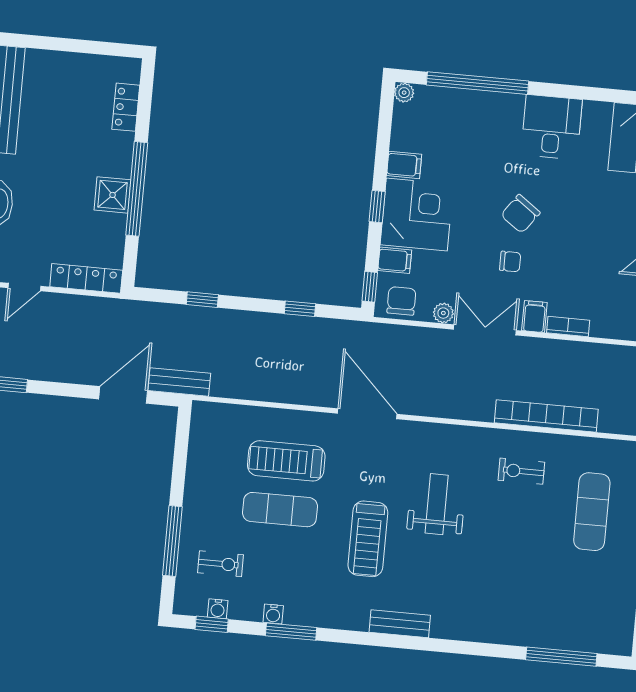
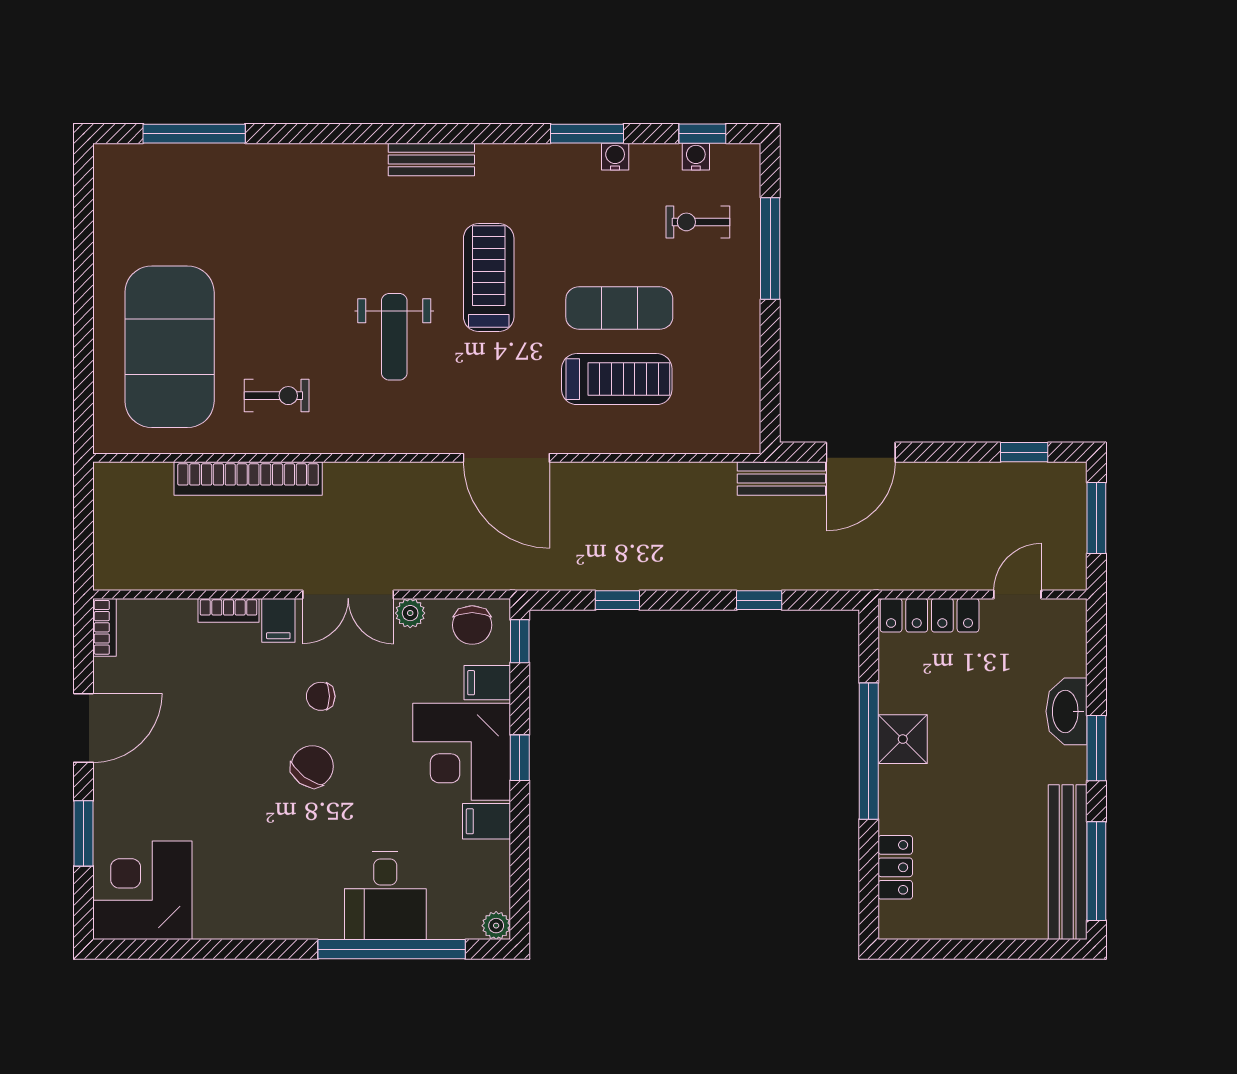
desk: (552, 127) -> (385, 896), moved
exercise mat: (592, 512) -> (170, 347), width x2.00, depth x1.45

